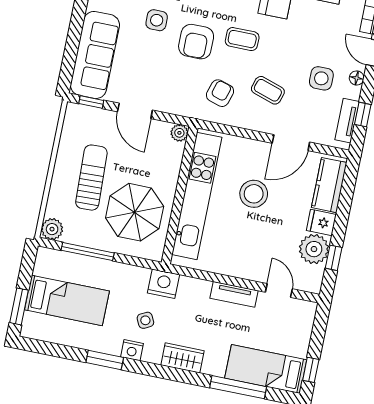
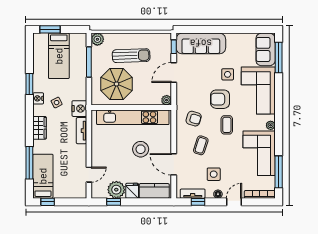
tv unit: (234, 294) -> (81, 131), moved

